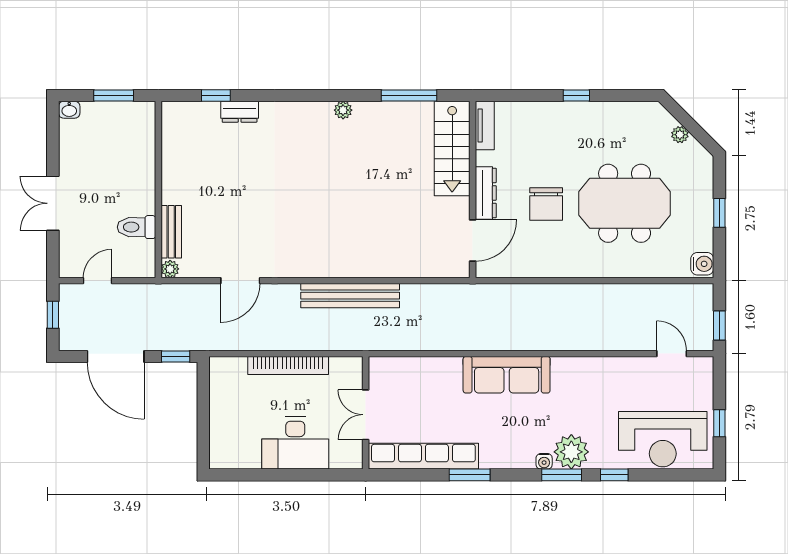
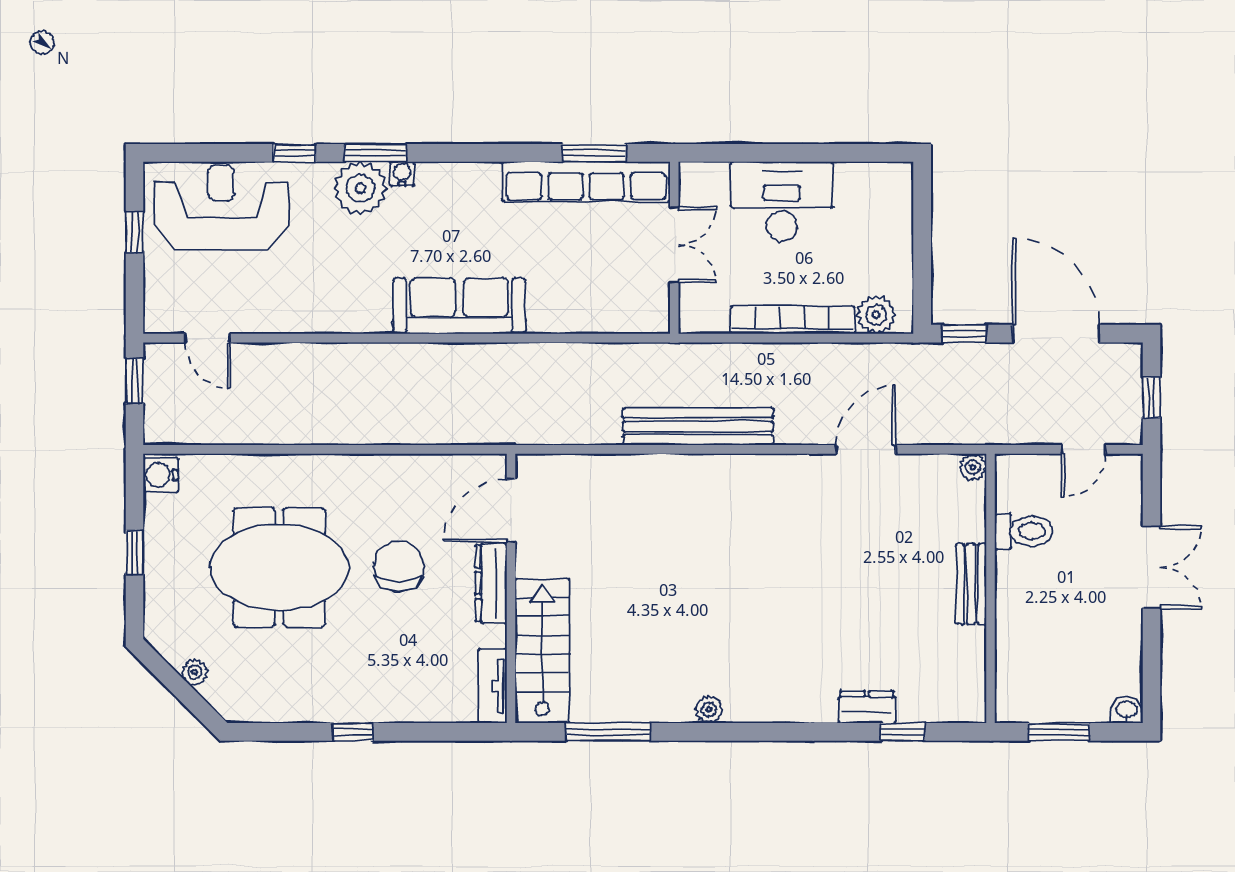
bench: (171, 232) -> (971, 584), moved
plant: (233, 369) -> (876, 315), added
window: (470, 475) -> (594, 153), moved

